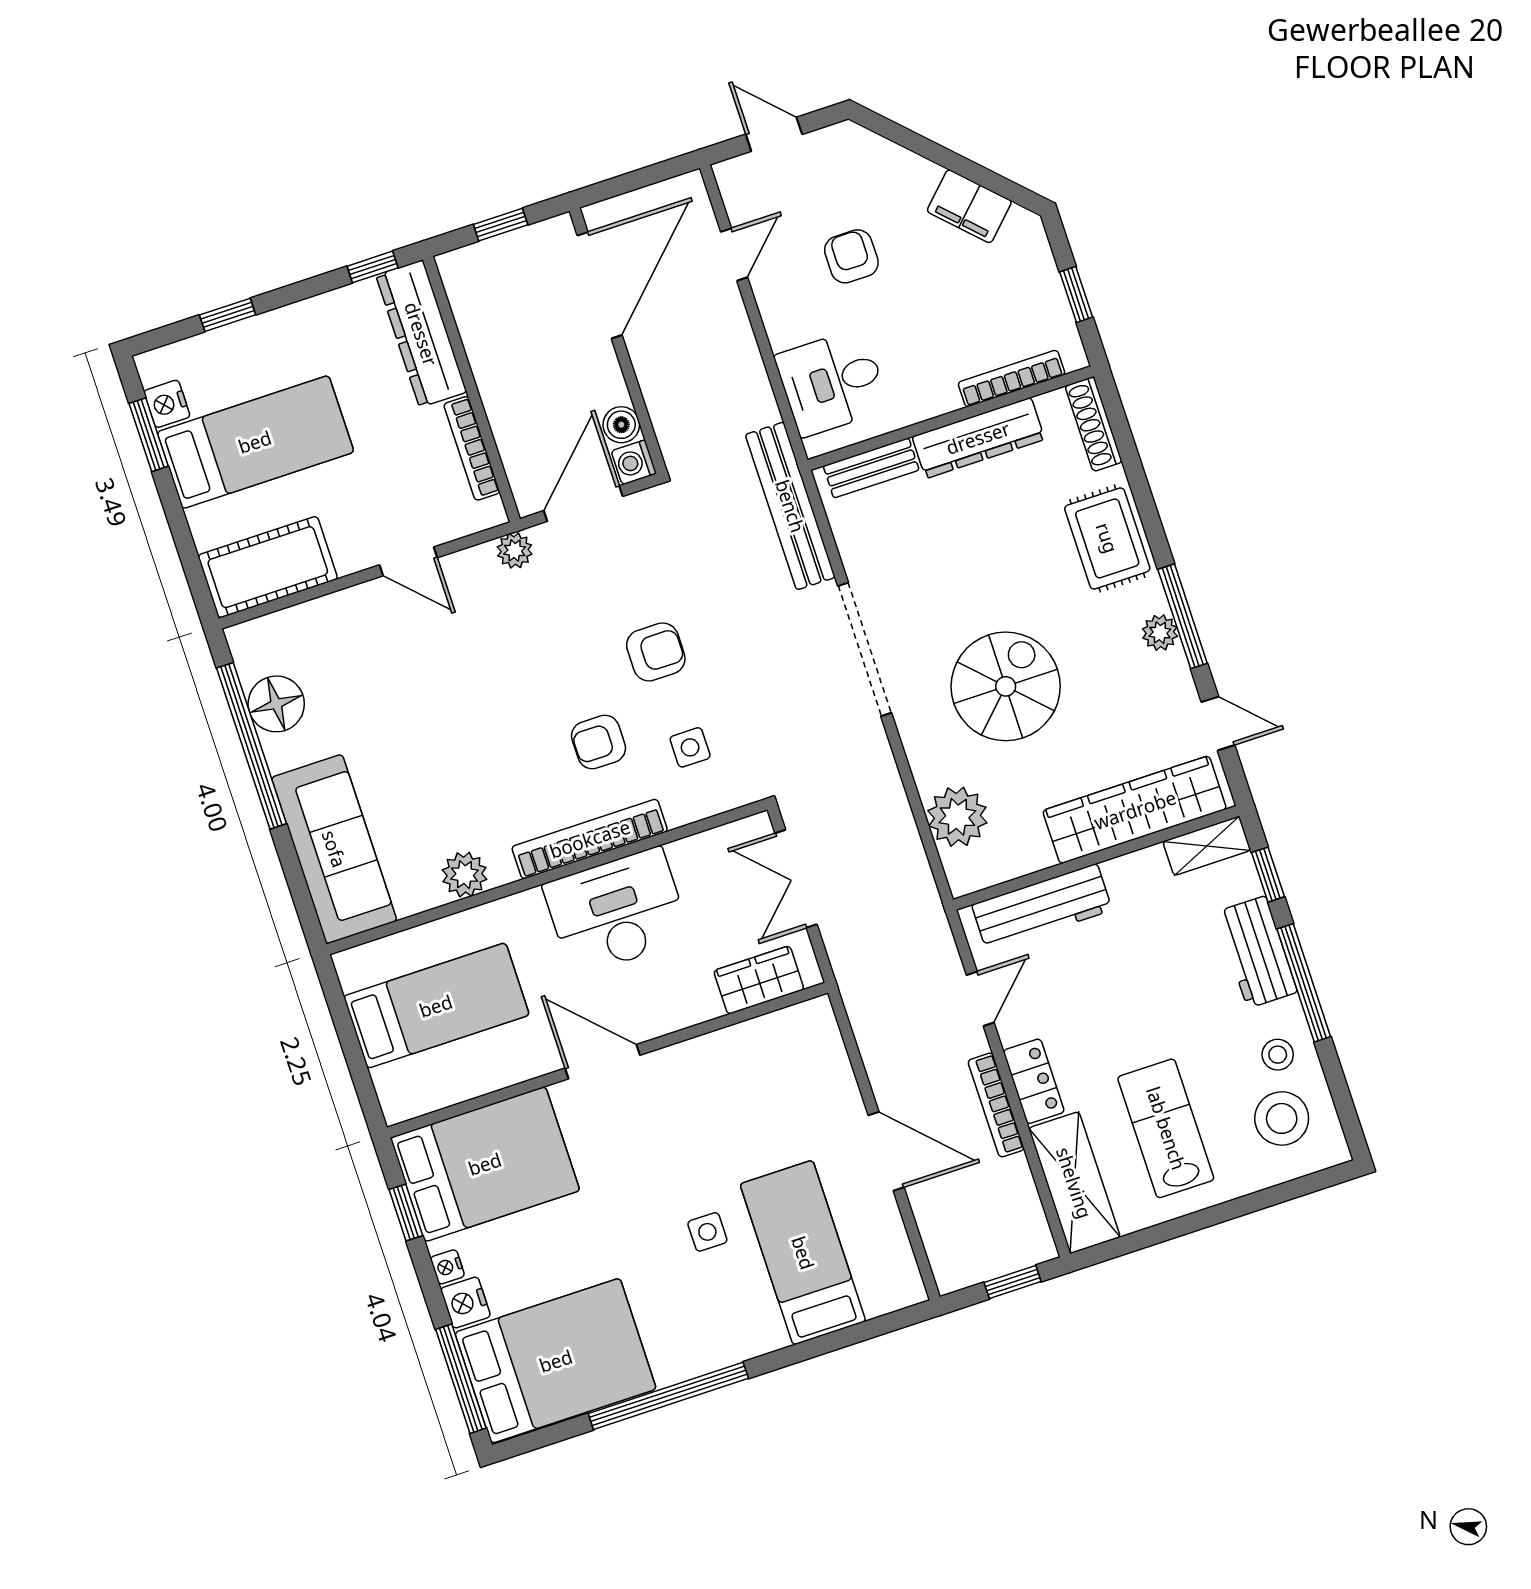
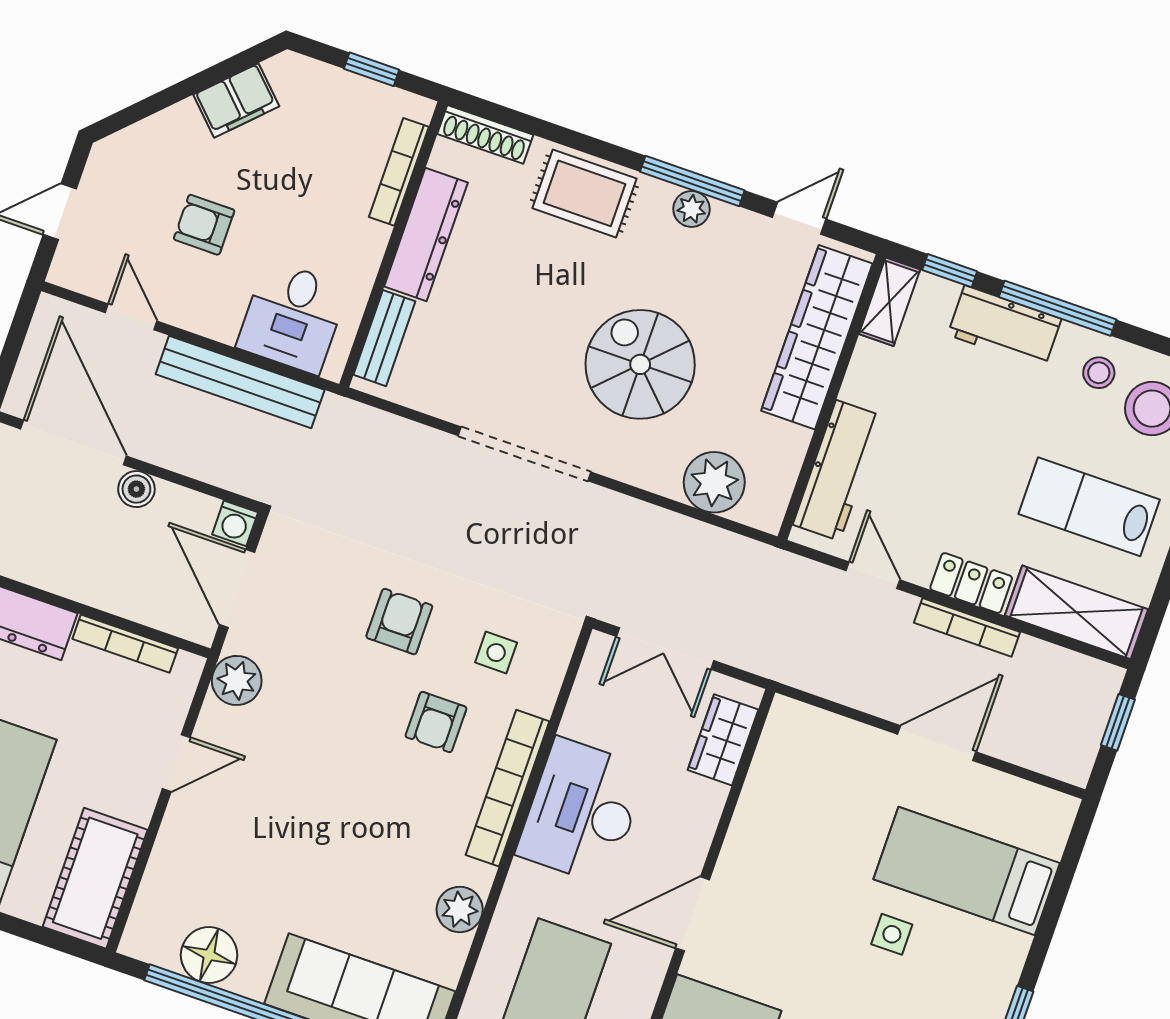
boiler: (621, 425) -> (136, 489), moved
bench: (790, 506) -> (240, 382), moved
plant: (515, 551) -> (237, 680), width x1.38, depth x1.38

